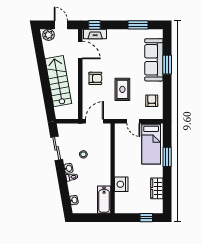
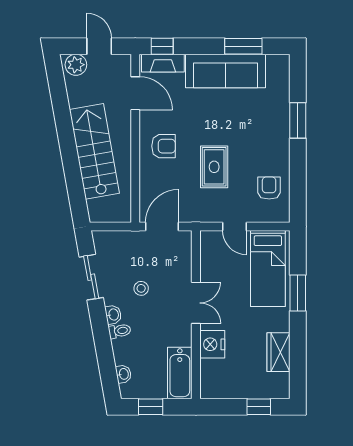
sofa: (154, 60) -> (225, 71), moved, turned -90
double door: (113, 162) -> (196, 303), added
window: (88, 218) -> (151, 407), added

